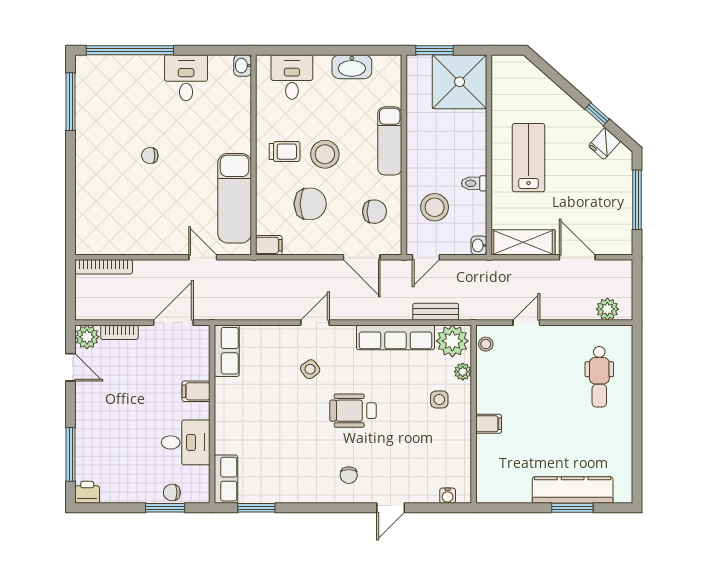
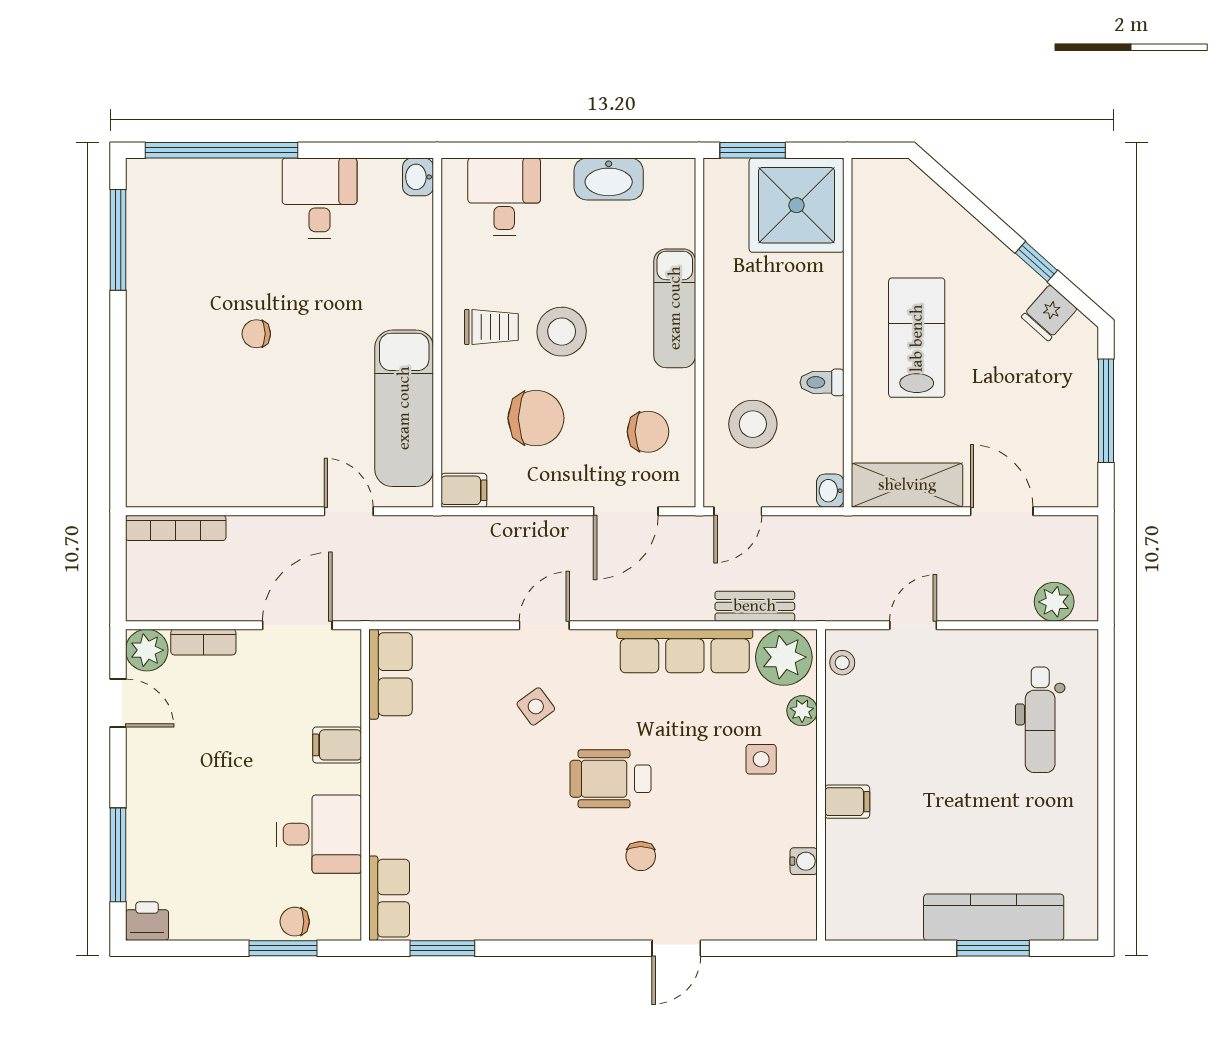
door: (362, 257) -> (626, 511), hinge flipped
chair: (349, 475) -> (641, 856), moved
water cooler: (448, 496) -> (804, 861), moved, turned -90

